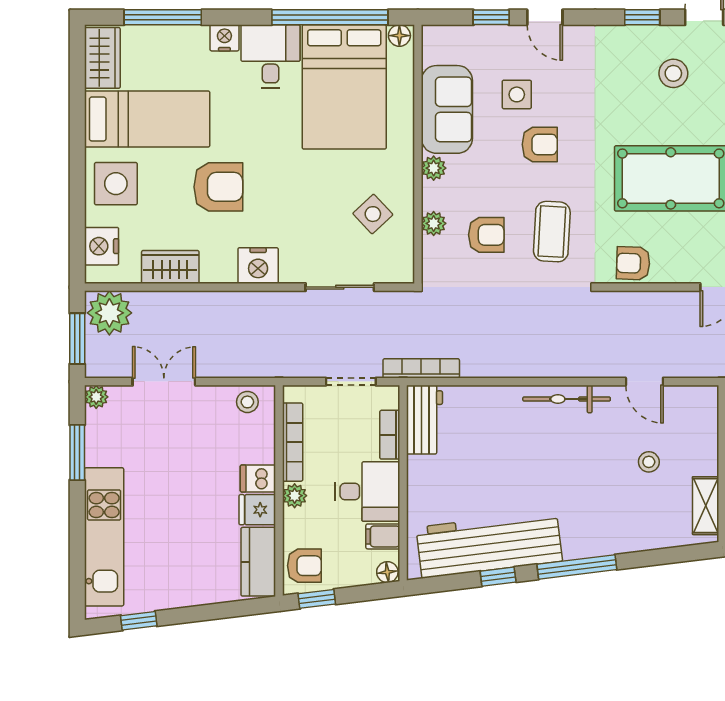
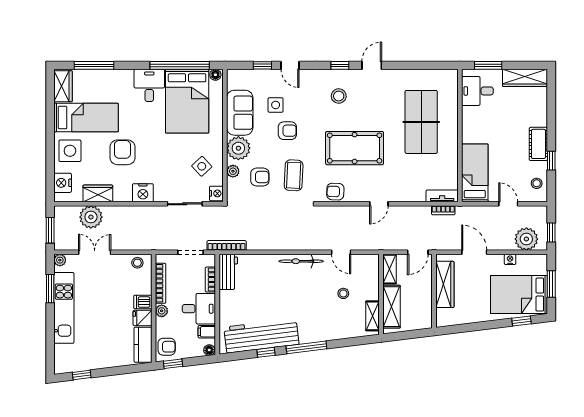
nightstand: (224, 38) -> (216, 193), moved, turned 90
stool: (673, 73) -> (339, 96), moved
plant: (434, 168) -> (238, 148), width x1.87, depth x1.87
armchair: (218, 187) -> (122, 152), turned -90
plant: (109, 313) -> (91, 217), moved
kitchen unit: (104, 537) -> (64, 308), moved

